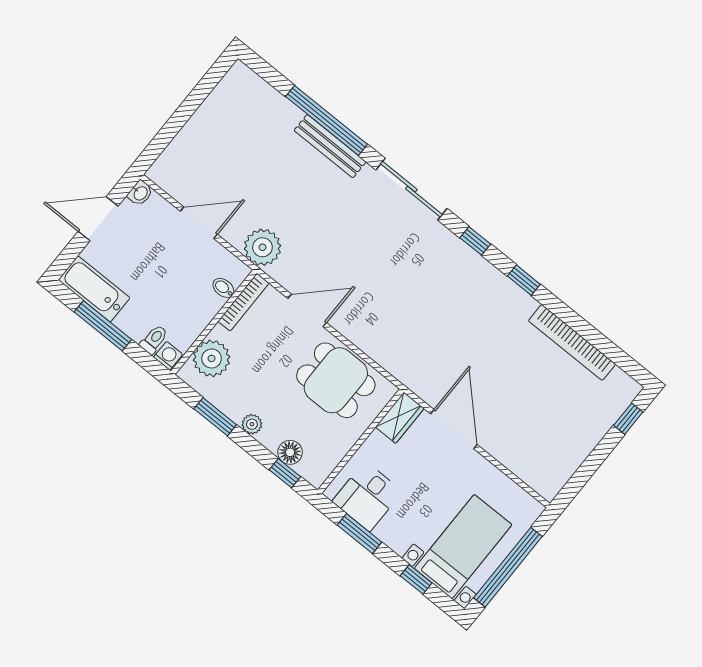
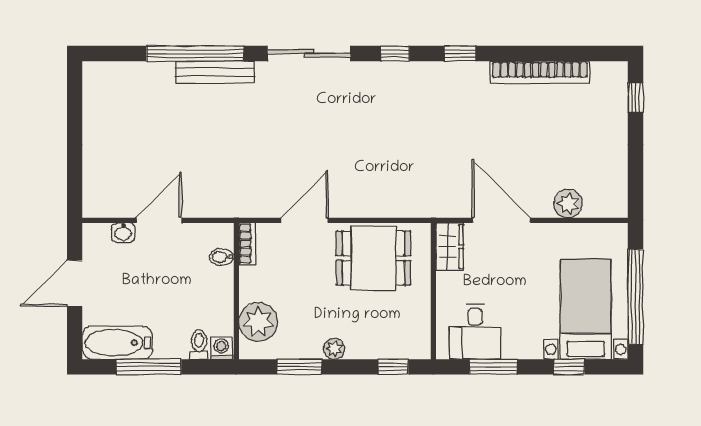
washbasin: (140, 193) -> (123, 233), moved, turned 90
plant: (262, 247) -> (568, 204), moved, width x0.73, depth x0.73
bookcase: (243, 302) -> (247, 244), width x0.64
floor lamp: (290, 452) -> (384, 347), removed

